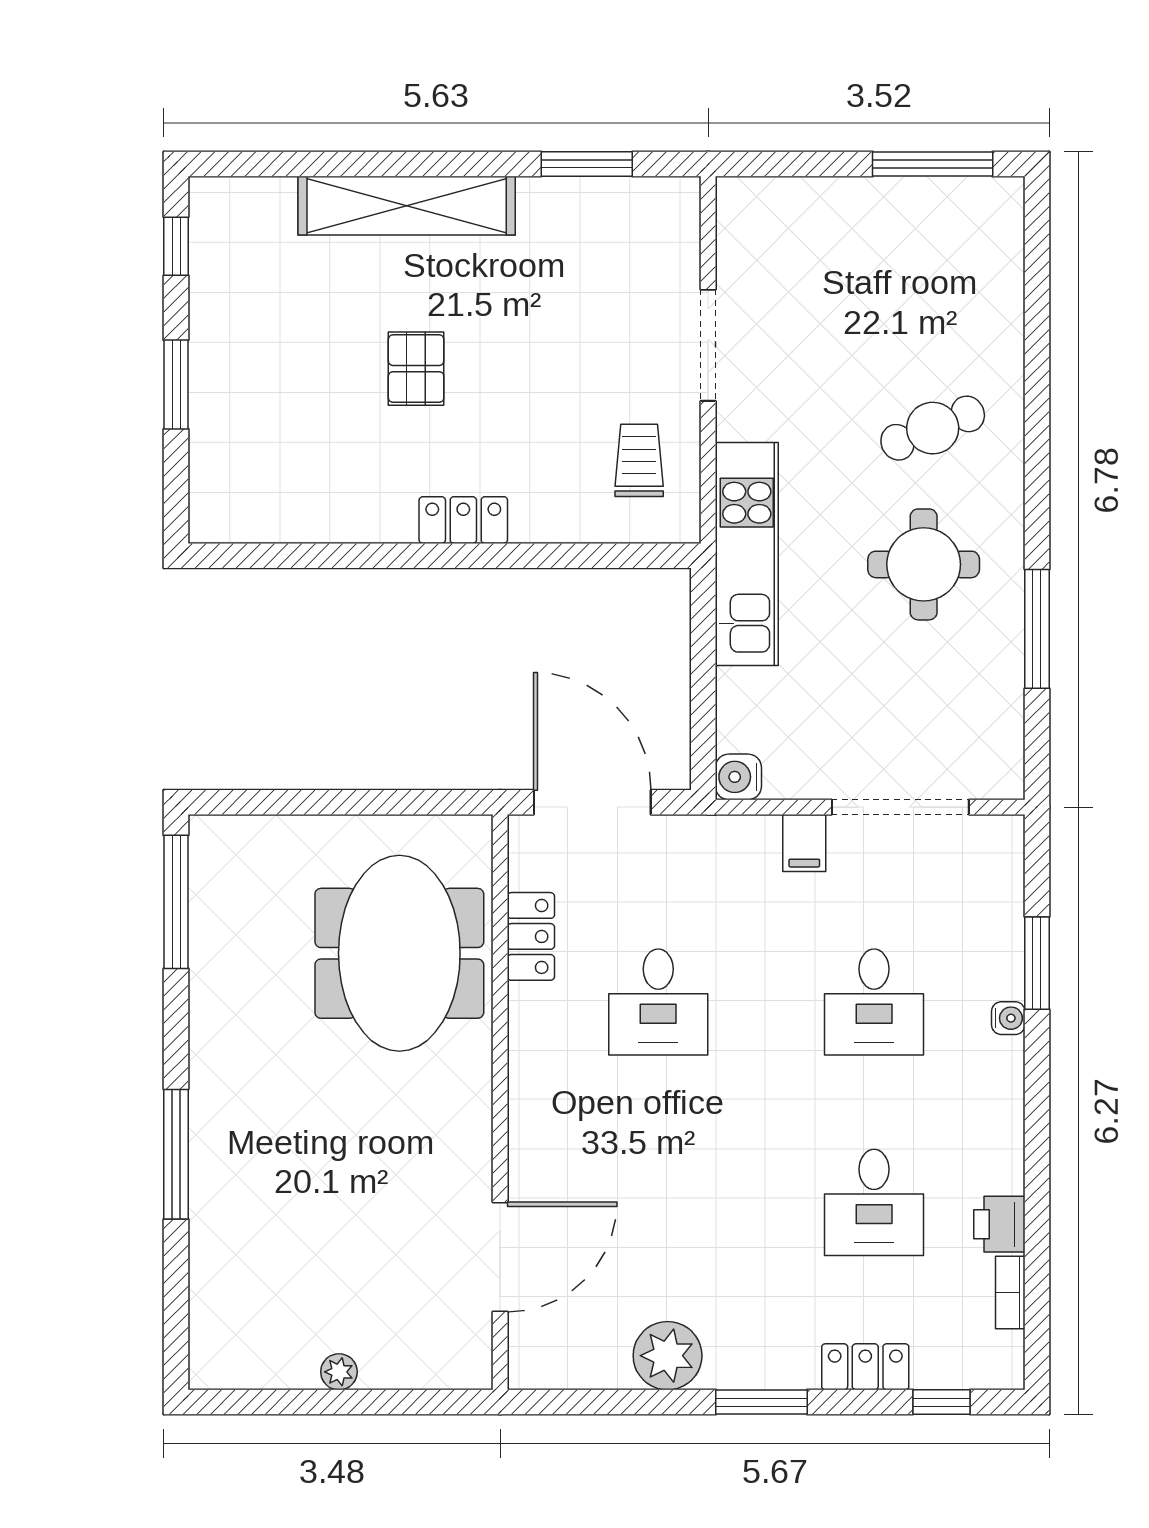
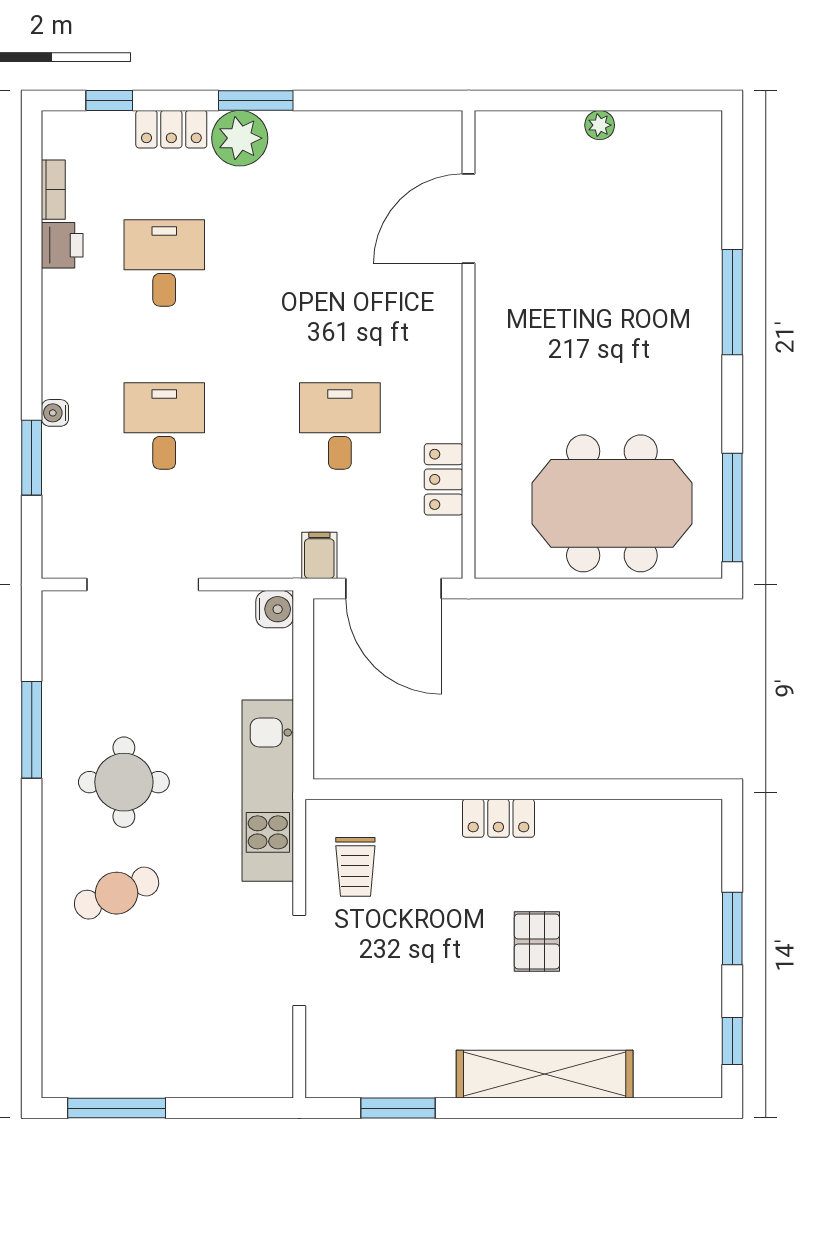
filing cabinet: (804, 843) -> (319, 555), moved
meeting table: (399, 953) -> (612, 503), moved, turned 90
plant: (668, 1356) -> (240, 138), moved

